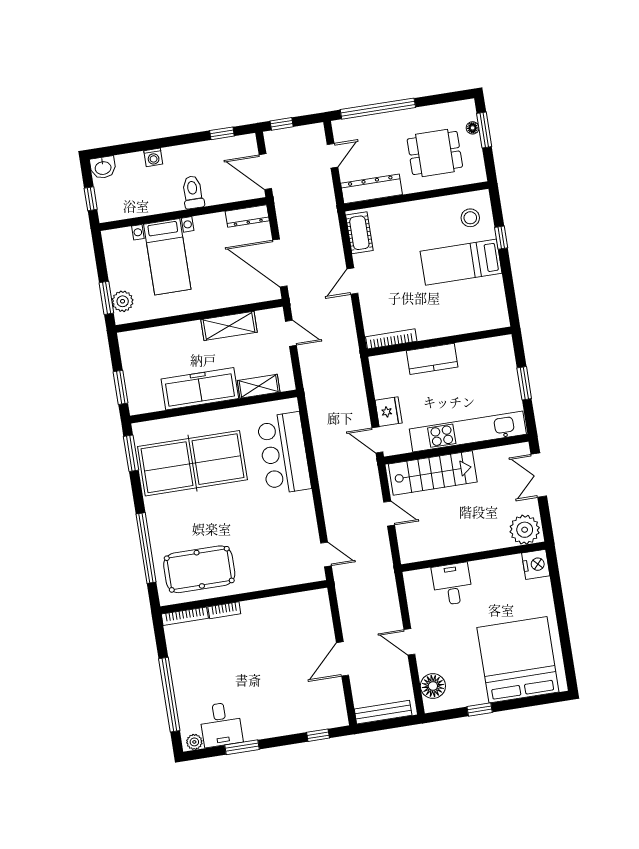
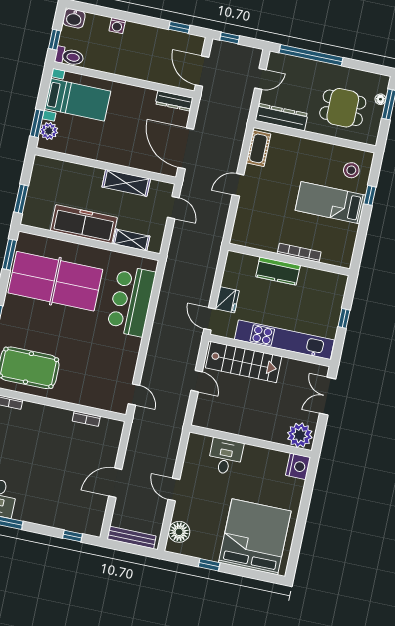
toilet: (193, 192) -> (69, 56), moved, turned 90
bed with nightstands: (167, 257) -> (77, 100), moved, turned -90
bookcase: (391, 339) -> (299, 253), moved
window: (524, 383) -> (344, 318), width x0.67
bookcase: (224, 610) -> (86, 419), moved

